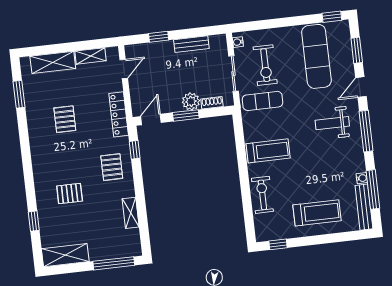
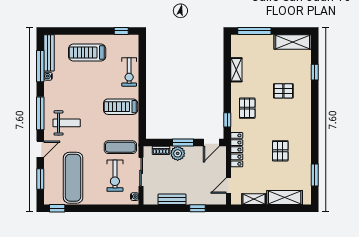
exercise bike: (265, 65) -> (115, 176), turned 180

